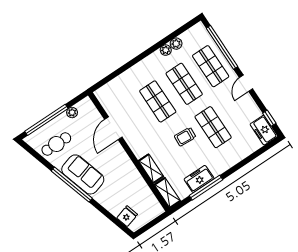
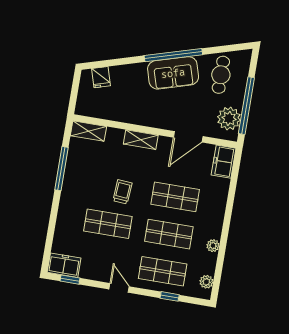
plant: (176, 44) -> (206, 282), moved
window: (222, 47) -> (170, 296), width x0.32
plant: (72, 112) -> (229, 118), width x1.88, depth x1.88
window: (46, 120) -> (246, 106), moved
door: (113, 128) -> (188, 137), swing flipped
shelving: (151, 169) -> (141, 140), moved
freezer: (199, 179) -> (224, 162), moved, turned 180

